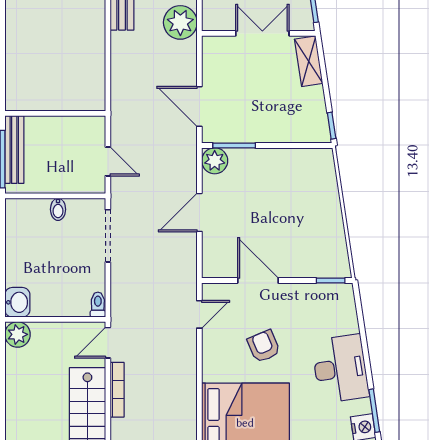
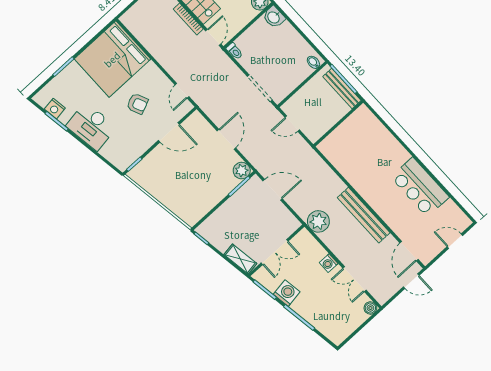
bidet: (58, 209) -> (313, 62), moved

